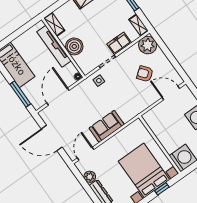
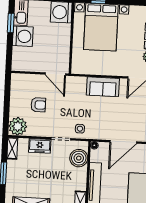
boiler: (74, 46) -> (79, 158), moved
armchair: (145, 74) -> (38, 105), turned -52
door: (171, 93) -> (55, 74), moved

